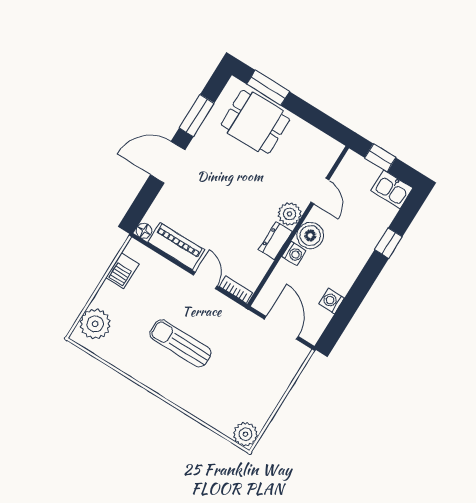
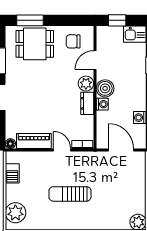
chair: (307, 149) -> (73, 41), added
door: (320, 191) -> (95, 60), swing flipped

